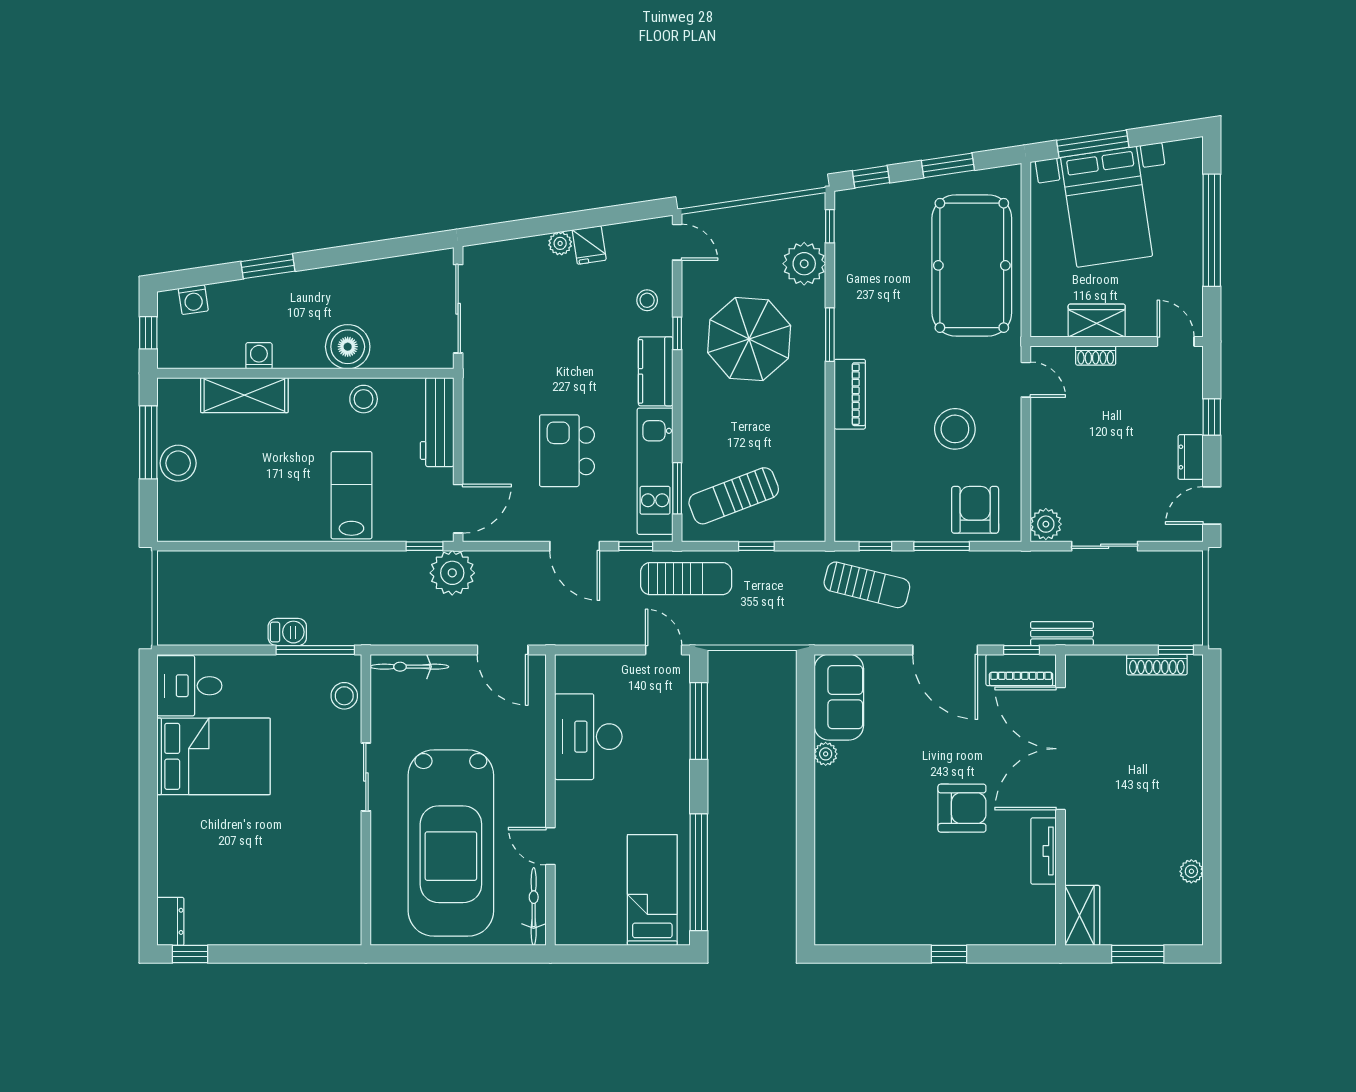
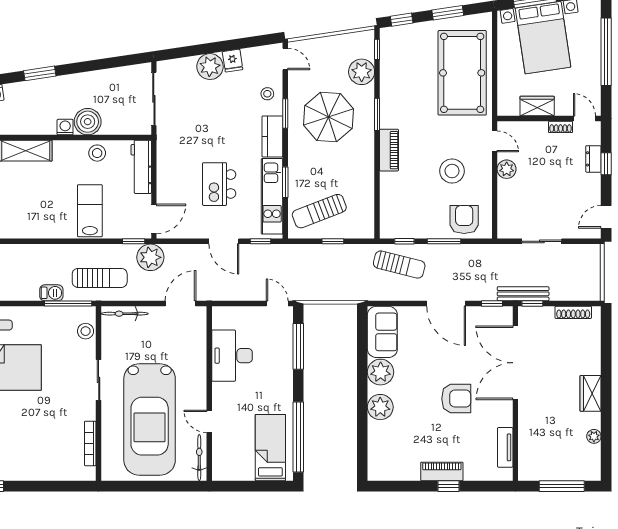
plant: (560, 243) -> (210, 67), width x1.88, depth x1.88
window: (677, 333) -> (285, 114), width x1.50
washing machine: (259, 356) -> (65, 127), moved
shoe rack: (1096, 356) -> (561, 127), moved
dresser: (1191, 457) -> (593, 159), moved
window: (677, 488) -> (285, 182), moved
plant: (1046, 524) -> (507, 169), moved
sun lounger: (686, 579) -> (100, 278), moved
bench: (1062, 634) -> (523, 294), width x1.36
door: (503, 650) -> (181, 304), swing flipped
window: (1176, 650) -> (532, 304), moved
piano: (1021, 670) -> (442, 471), moved, turned 180
plant: (826, 754) -> (381, 372), width x1.87, depth x1.87
plant: (835, 822) -> (380, 407), added
tv unit: (1044, 851) -> (505, 447), moved
bookcase: (352, 883) -> (90, 443), added
wardrobe: (1082, 915) -> (591, 393), moved, turned 180
window: (1138, 954) -> (562, 486), width x1.44

